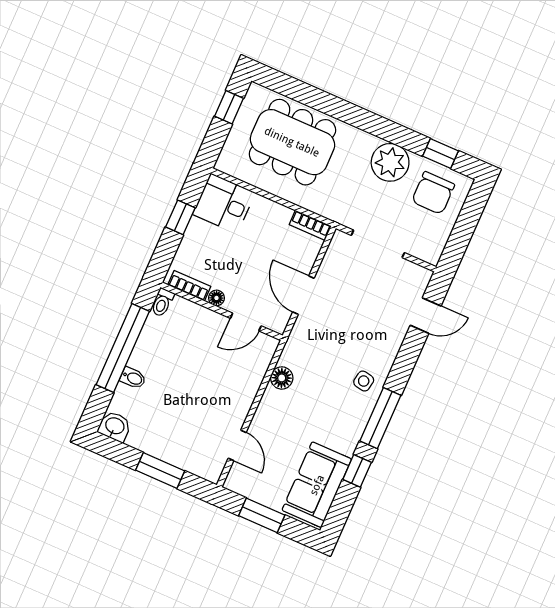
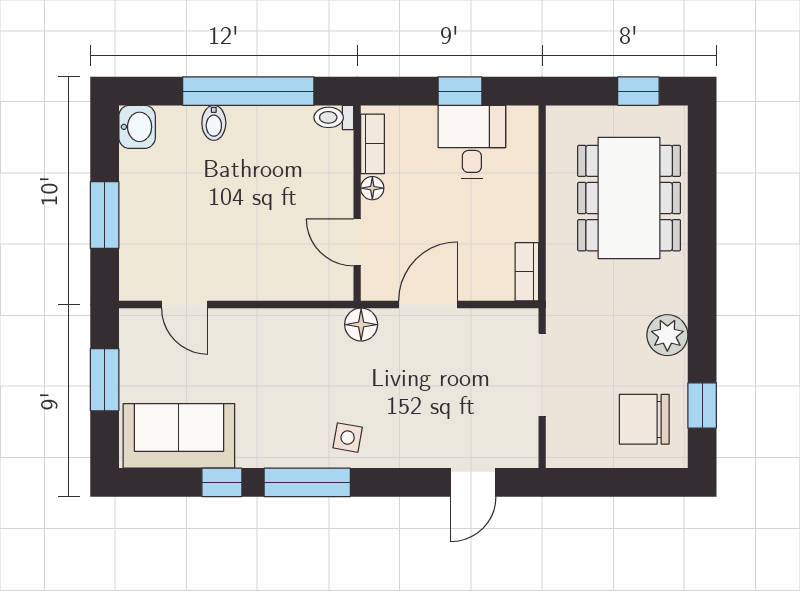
plant: (390, 162) -> (667, 335), width x0.73, depth x0.73
desk: (224, 204) -> (472, 142), moved
door: (426, 316) -> (473, 482), hinge flipped
floor lamp: (282, 378) -> (361, 325), moved
door: (237, 445) -> (185, 304), hinge flipped

